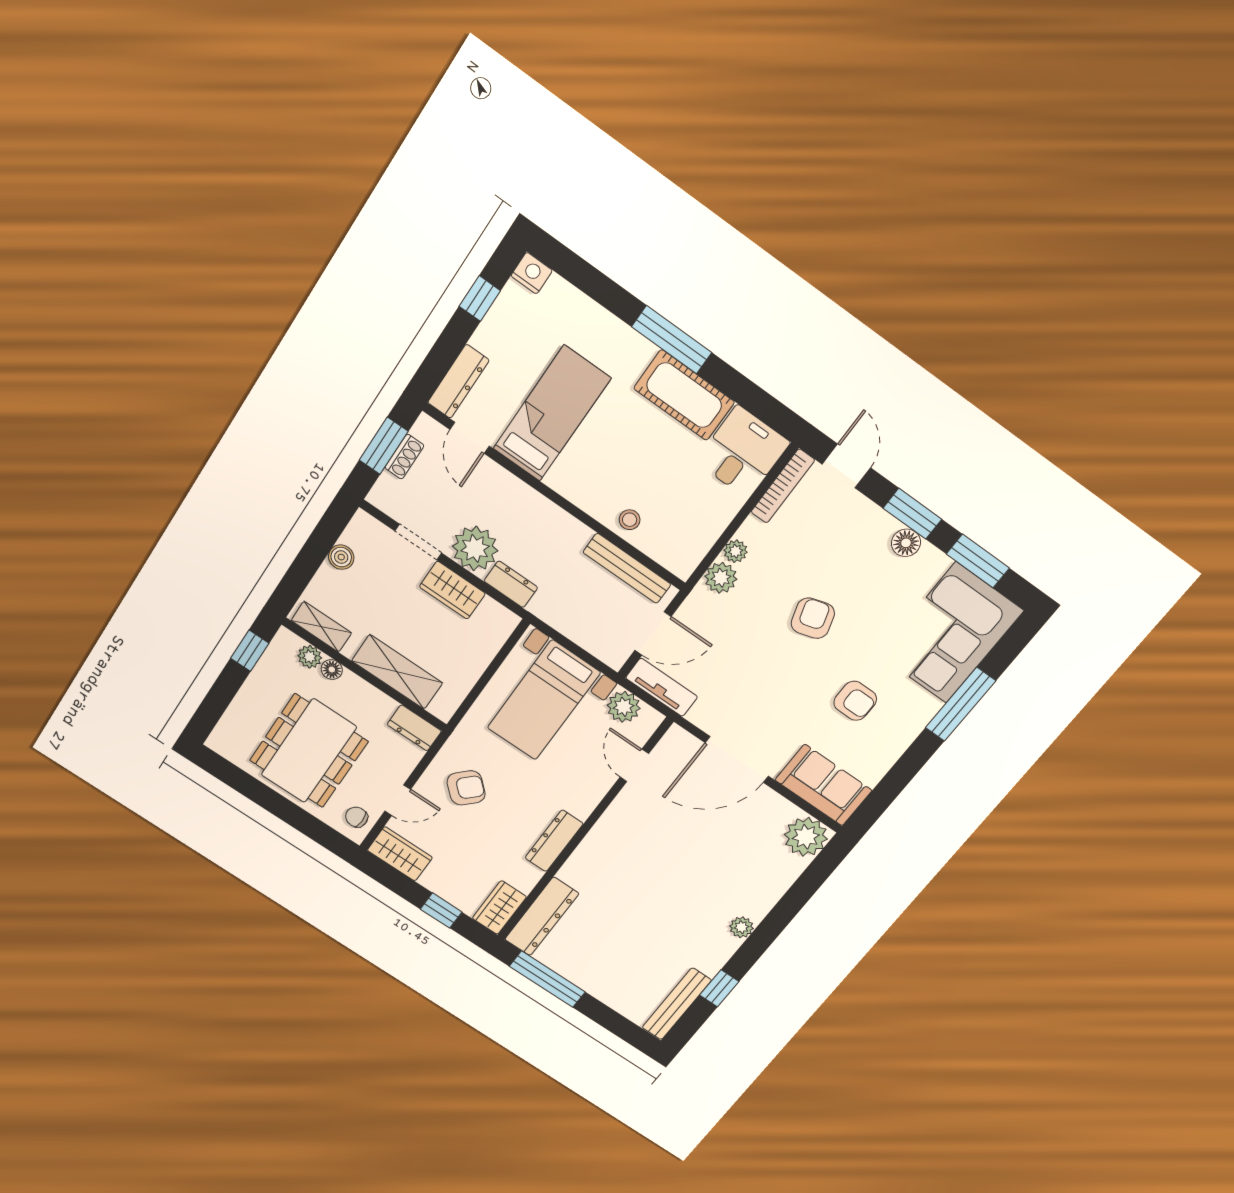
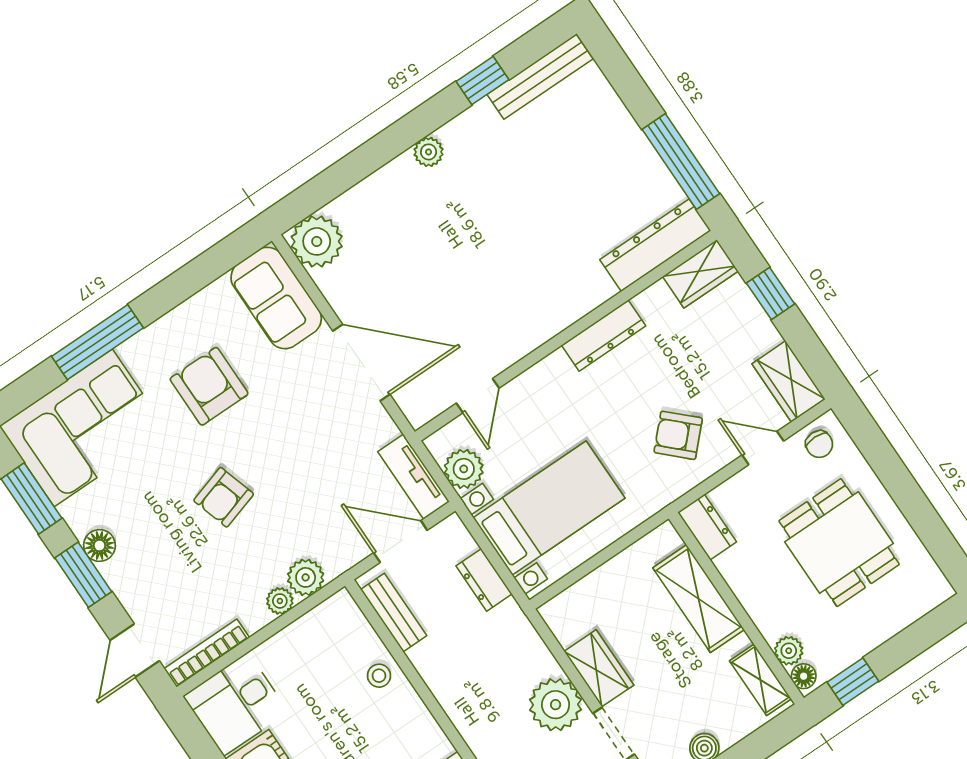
bench: (627, 568) -> (394, 613), width x0.73
dresser: (511, 584) -> (484, 580), moved
floor lamp: (332, 670) -> (804, 676), moved
armchair: (855, 701) -> (209, 386), width x1.38, depth x1.38
dining table: (309, 751) -> (839, 543), width x0.73

